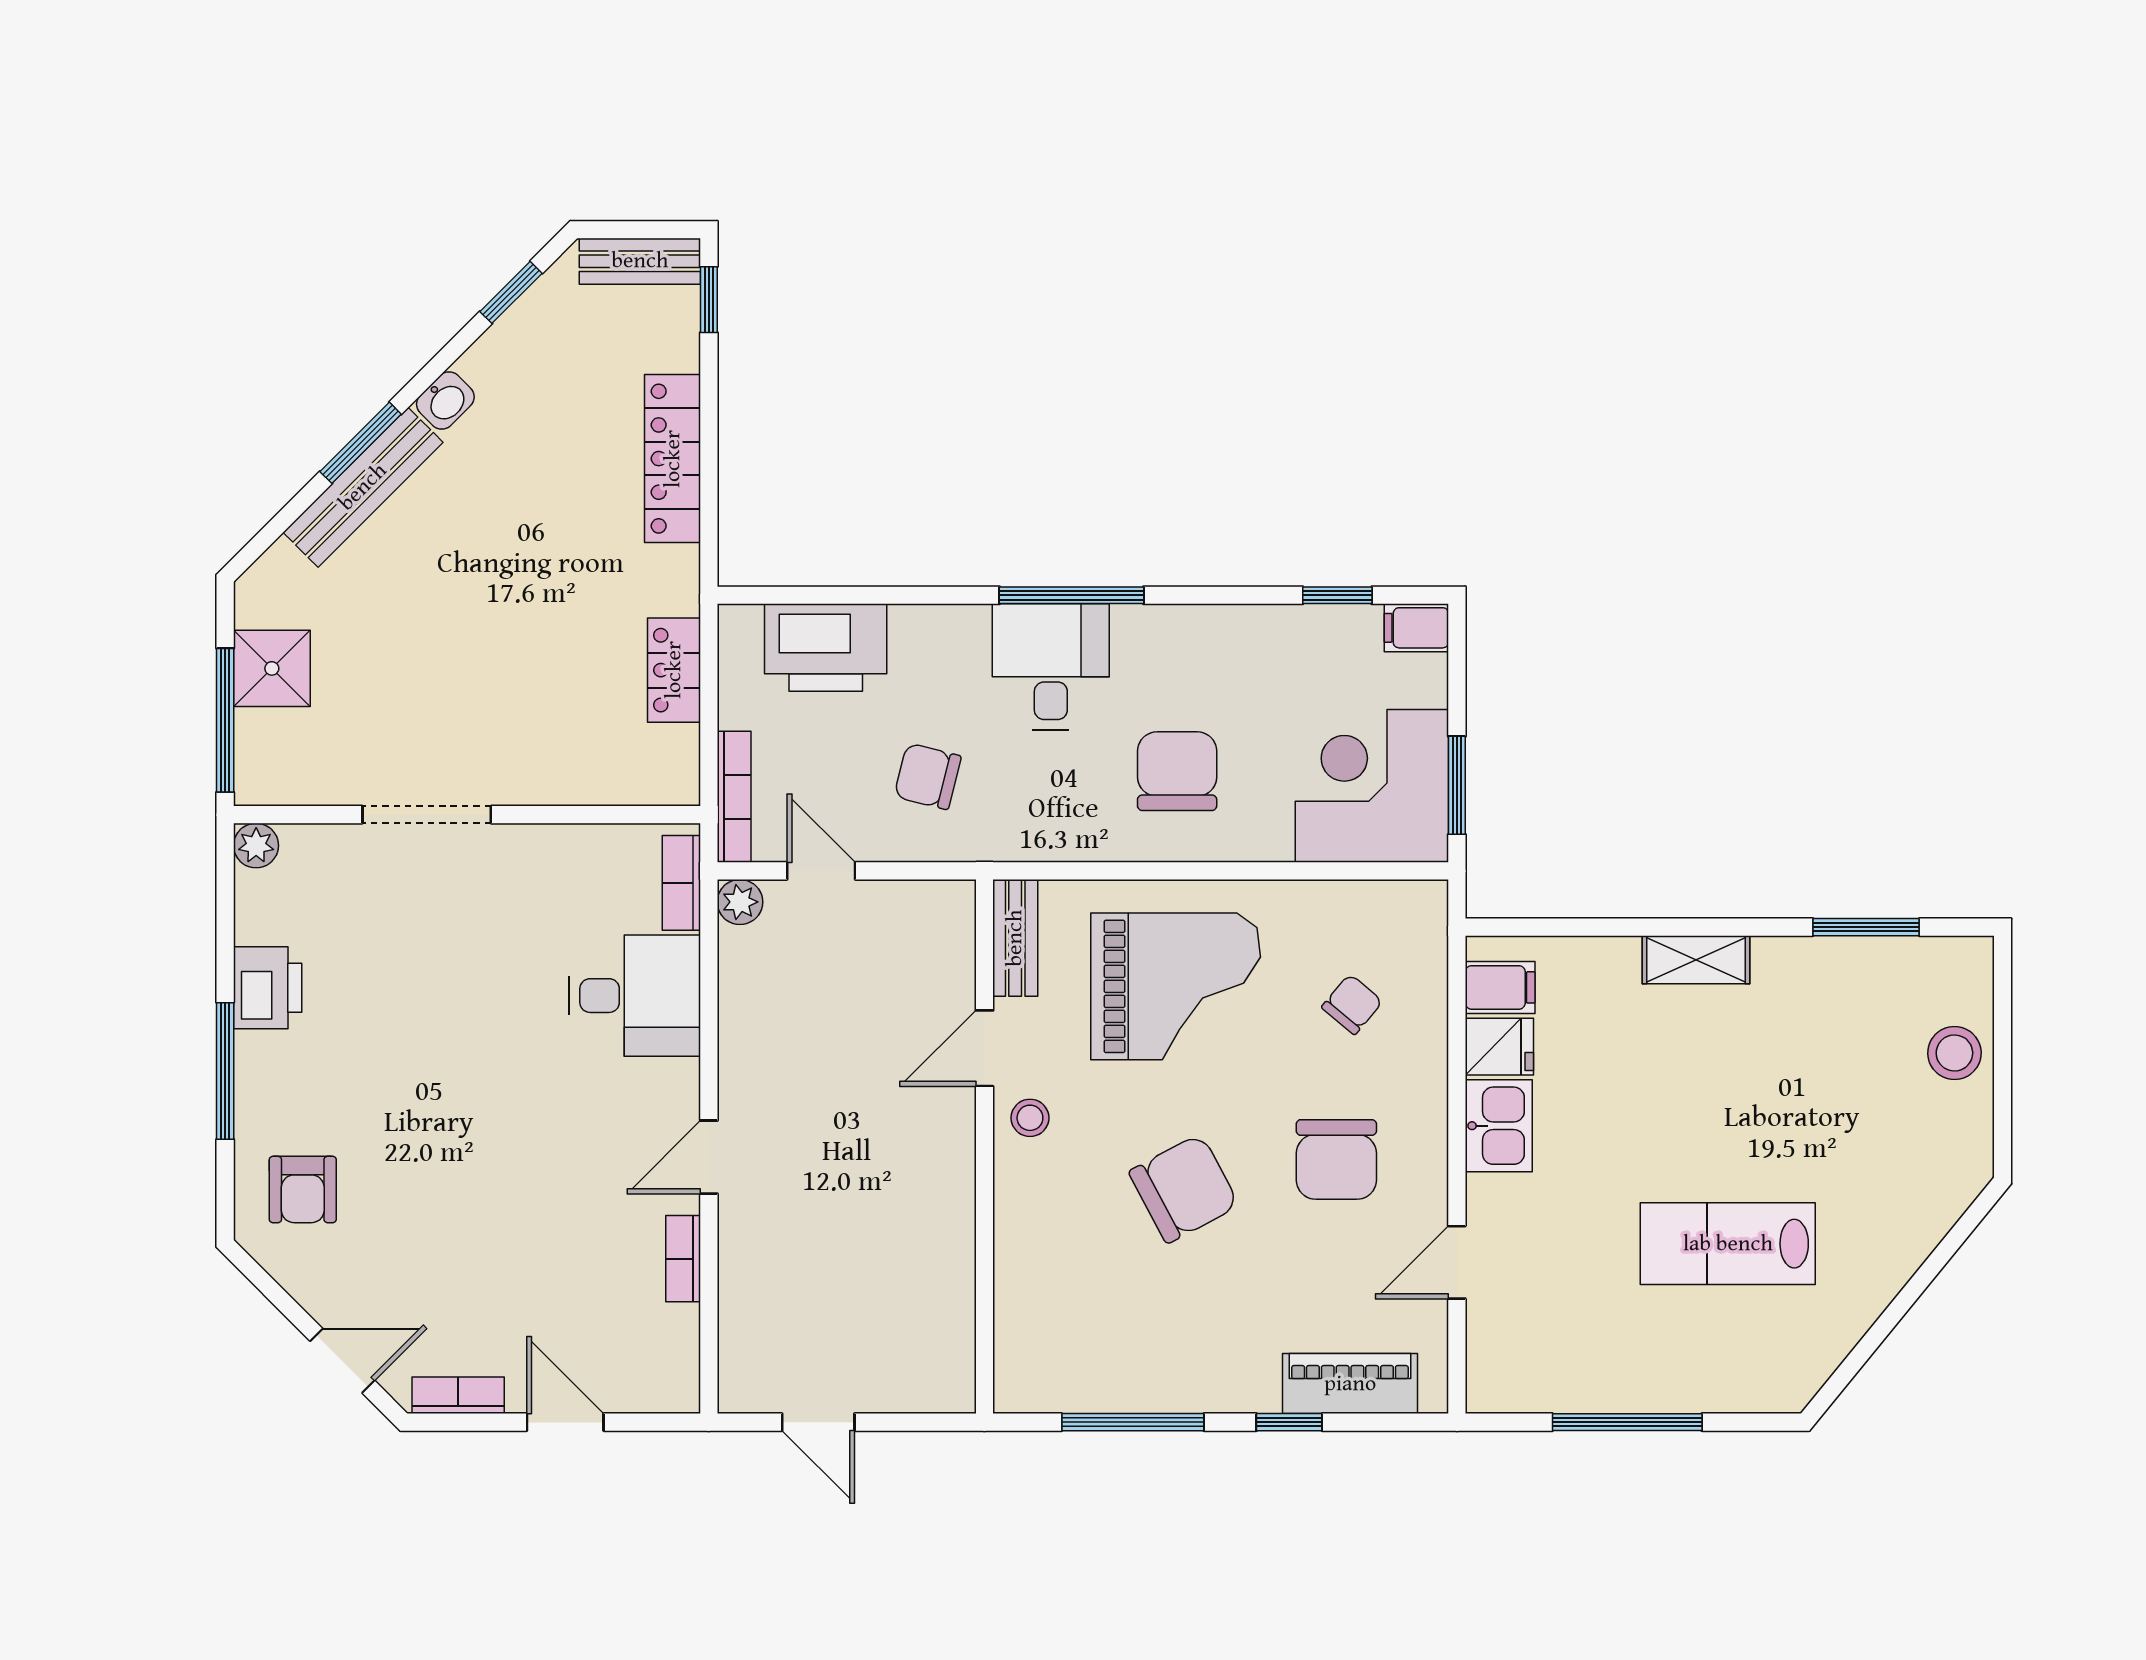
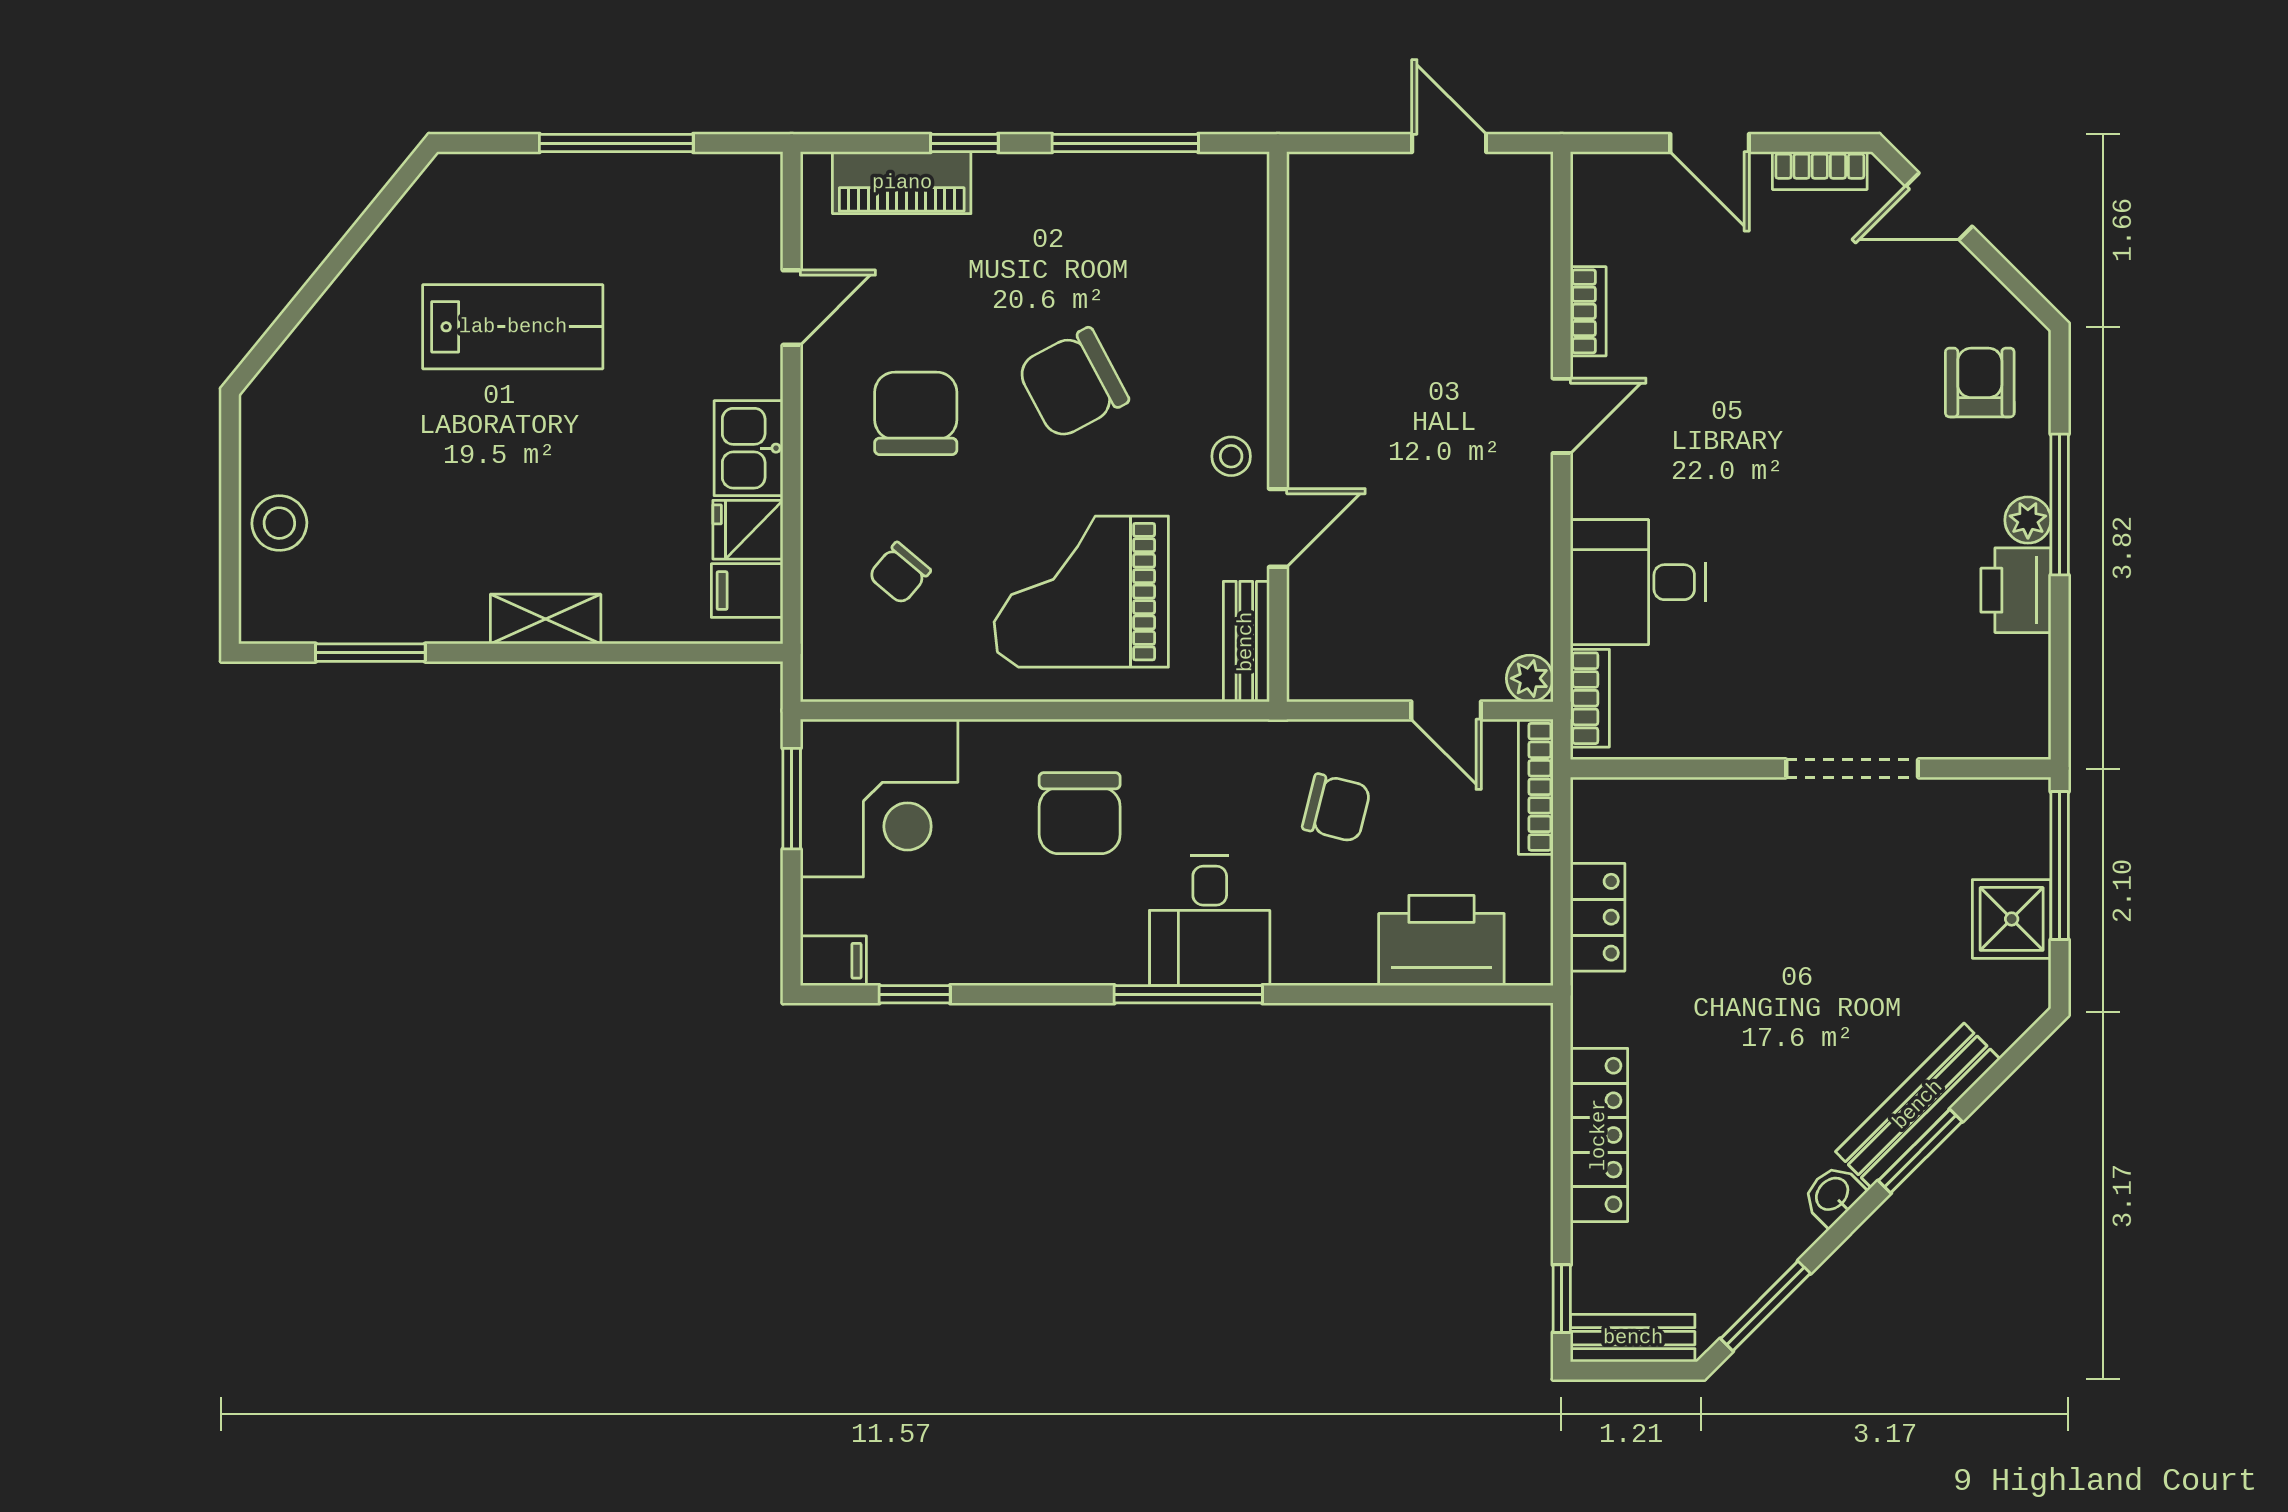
window: (511, 292) -> (1765, 1306), width x1.50
plant: (256, 846) -> (2028, 520), moved

